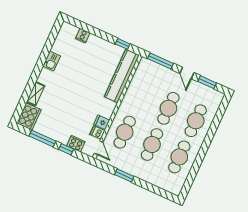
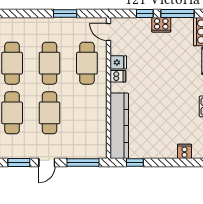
door: (187, 73) -> (47, 162), swing flipped
dishwasher: (97, 133) -> (118, 76), moved
cooker: (76, 144) -> (161, 25), moved

